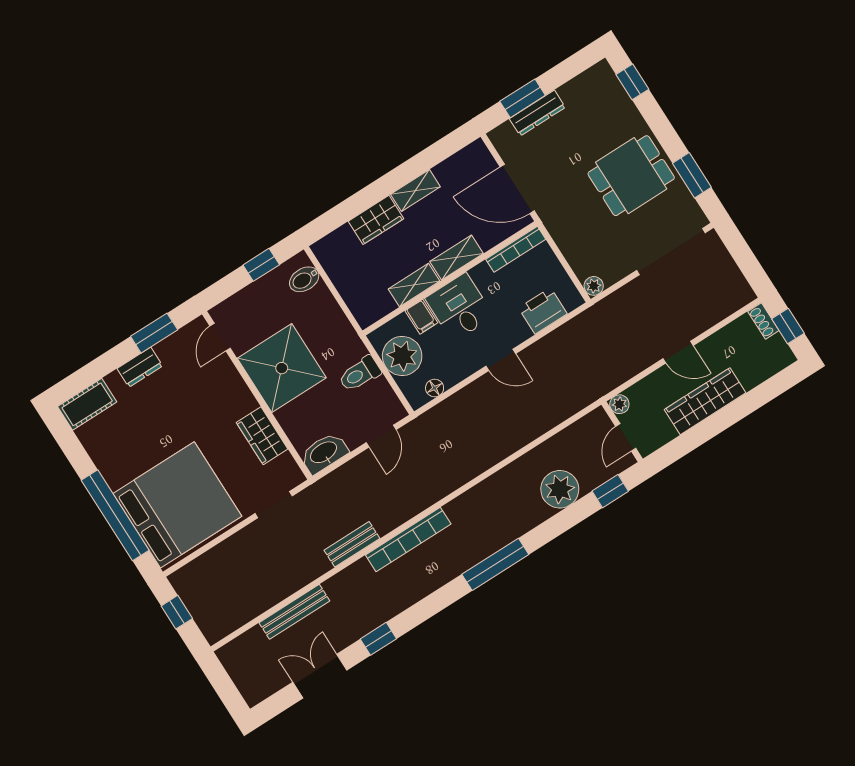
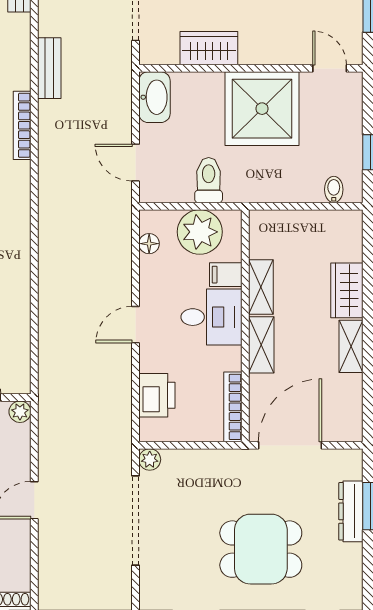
dining table: (631, 176) -> (261, 549), moved, turned 90
doorway: (671, 252) -> (135, 521), moved
bidet: (304, 279) -> (334, 190), width x0.72, depth x0.74
bookcase: (408, 539) -> (22, 125), width x0.68, depth x0.76

